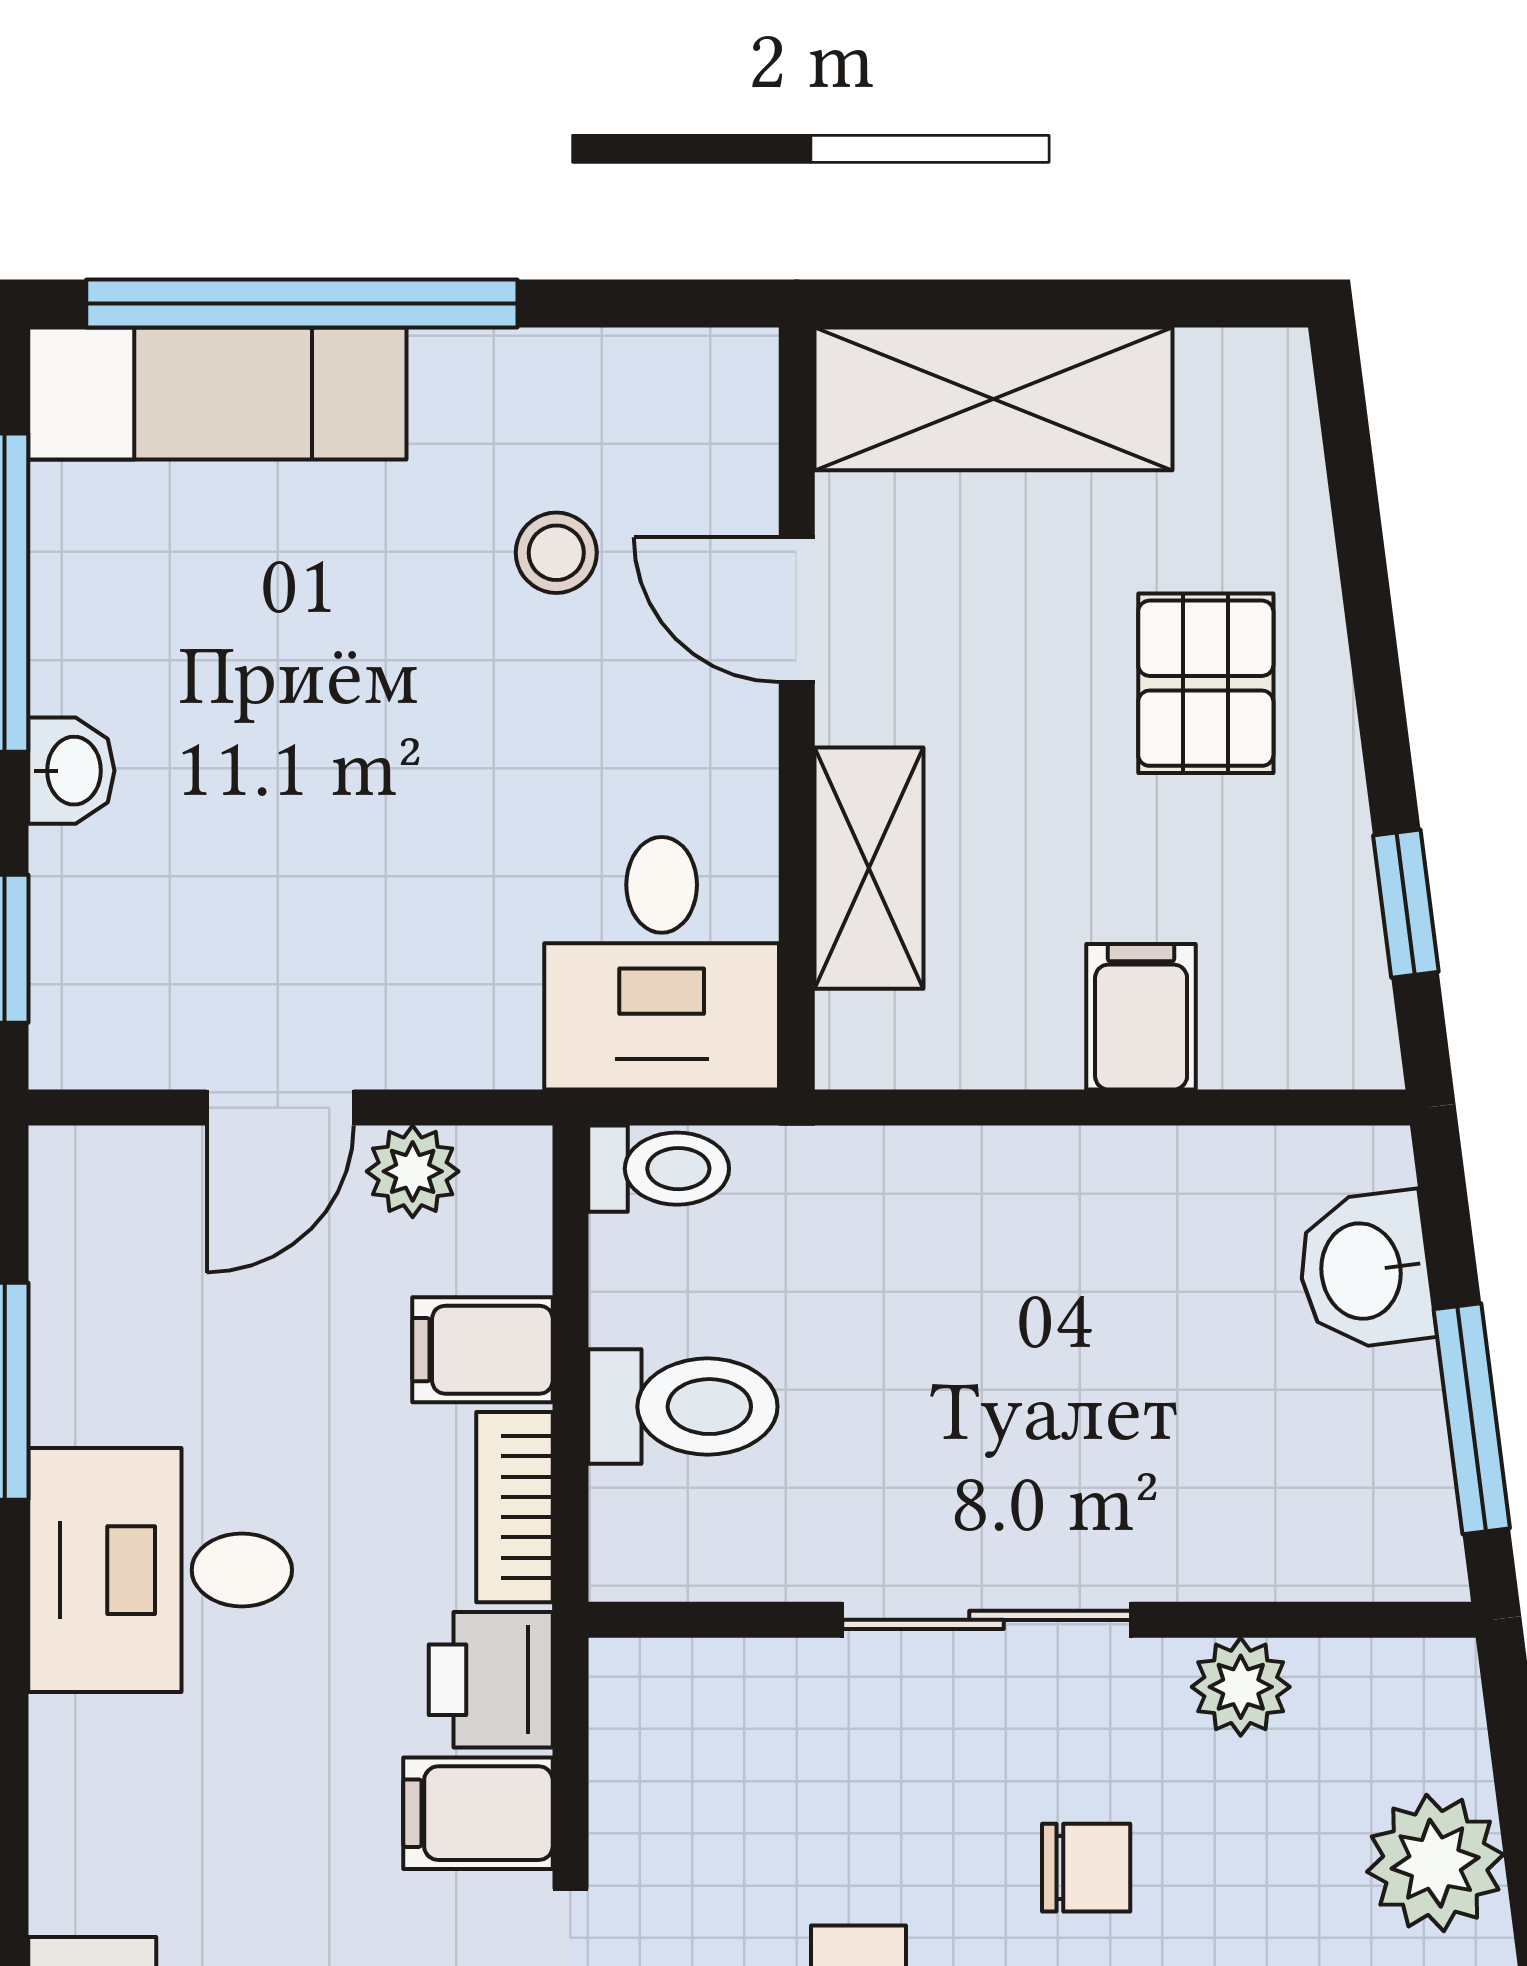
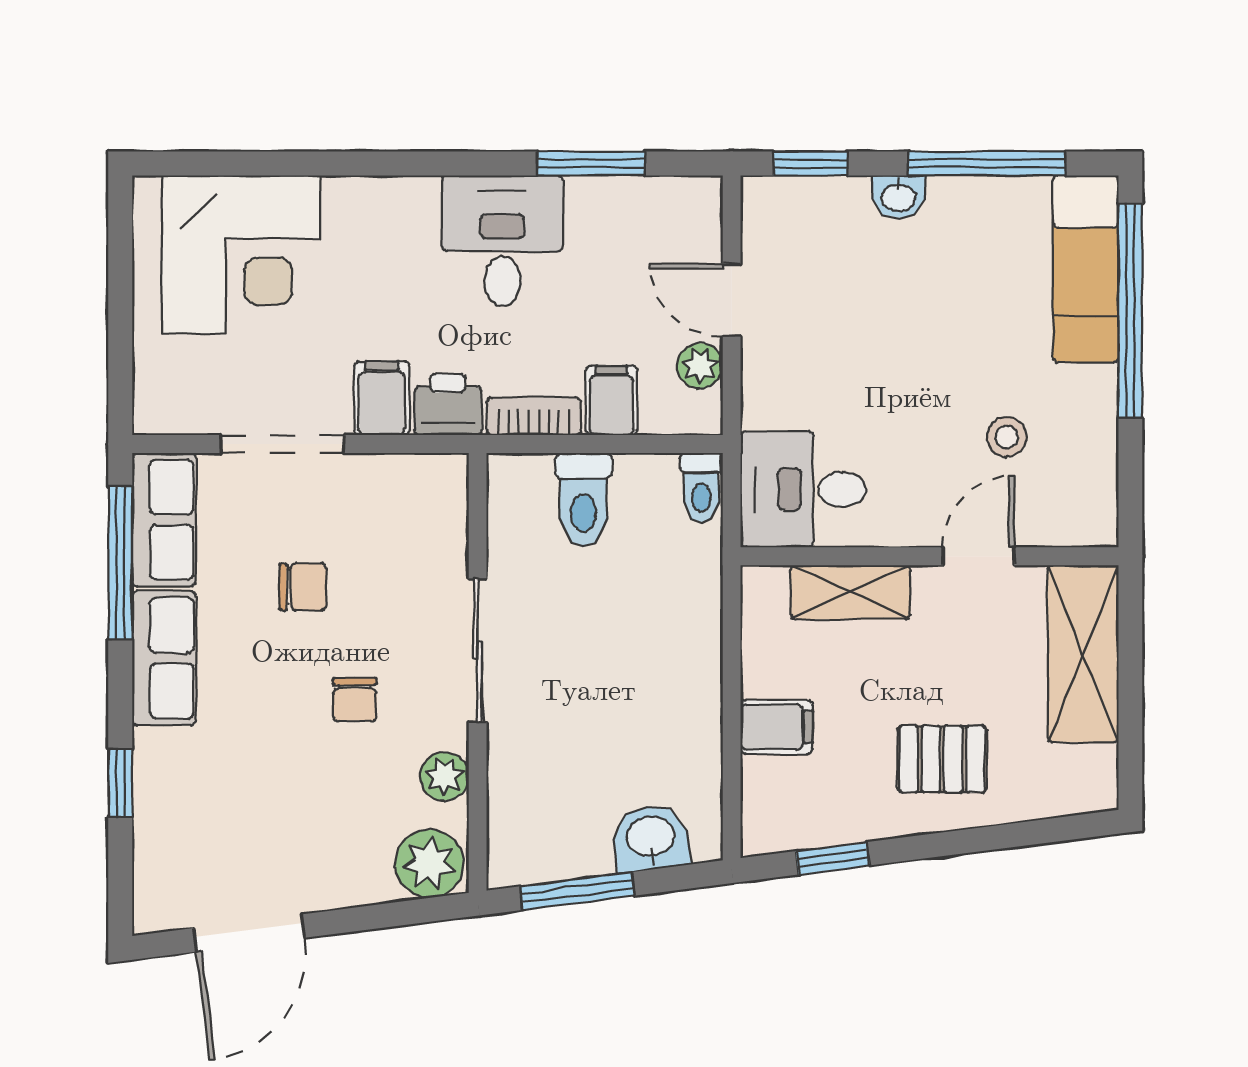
plant: (1435, 1863) -> (429, 864), moved

